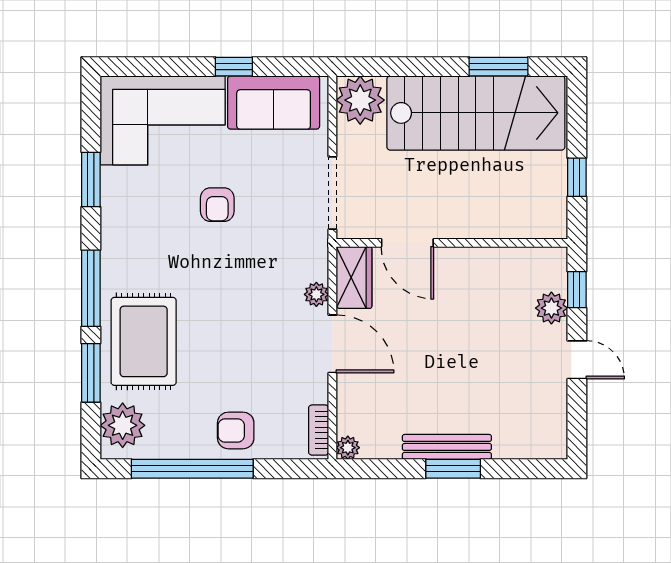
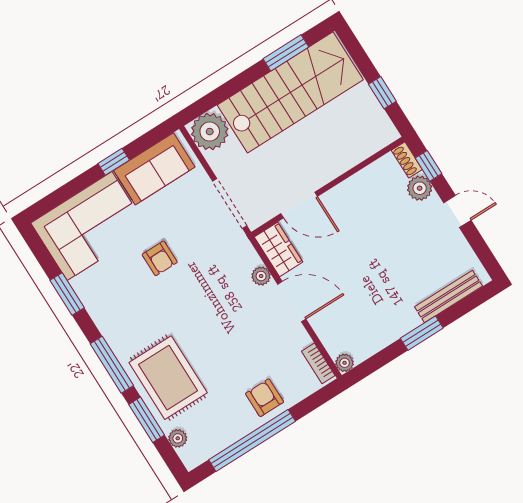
shoe rack: (557, 268) -> (407, 160), added
plant: (123, 425) -> (178, 438), width x0.53, depth x0.53
armchair: (236, 430) -> (265, 398), turned 90
bench: (447, 447) -> (448, 296), moved

